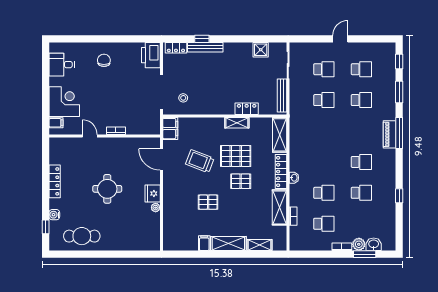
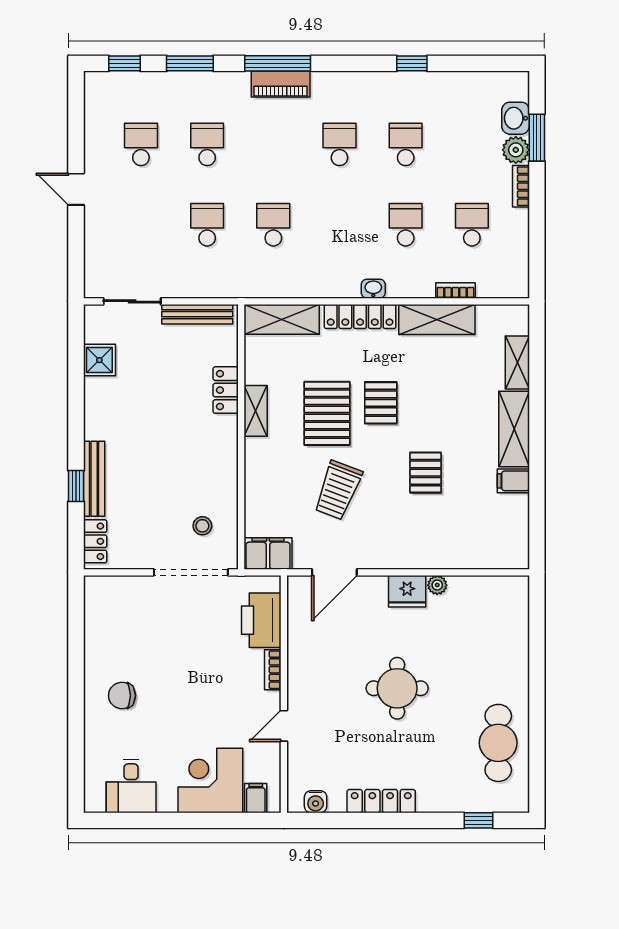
printer: (151, 55) -> (261, 620), moved, turned 90
school desk: (324, 69) -> (273, 225), moved
water cooler: (54, 215) -> (316, 802), moved

